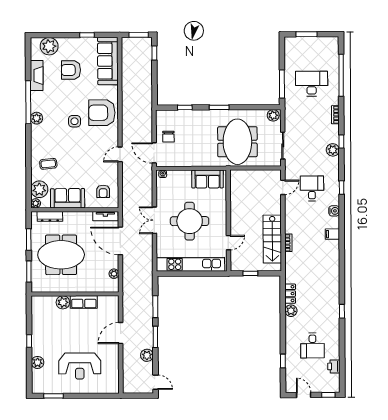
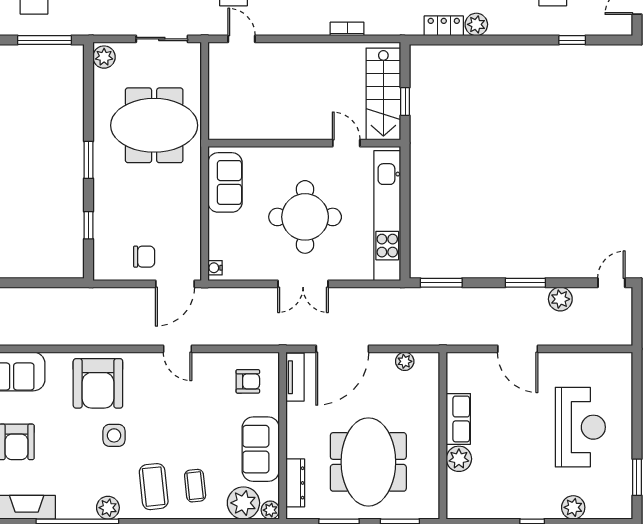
coffee table: (48, 142) -> (154, 487), added
stairs: (272, 239) -> (383, 94), moved, turned 90
window: (155, 307) -> (441, 283), moved

